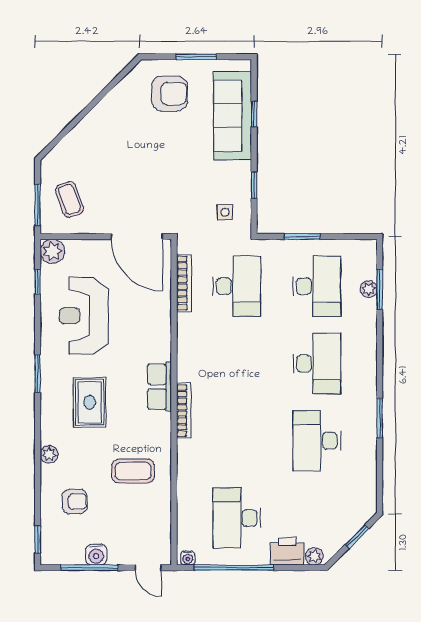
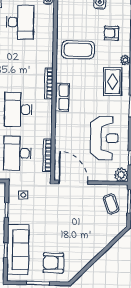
desk: (237, 363) -> (18, 109), added
rug: (90, 402) -> (113, 82), moved
coffee table: (133, 471) -> (78, 50), width x1.36, depth x1.32

